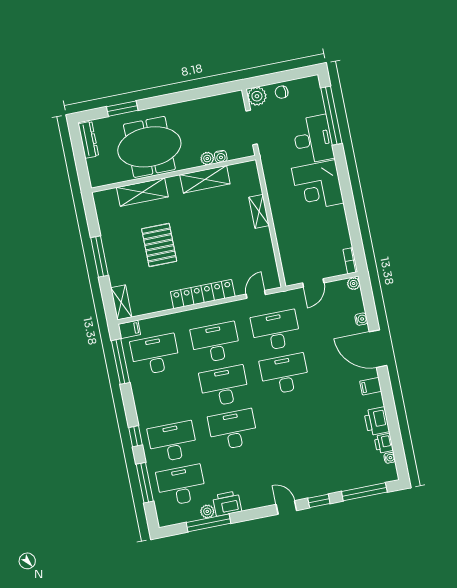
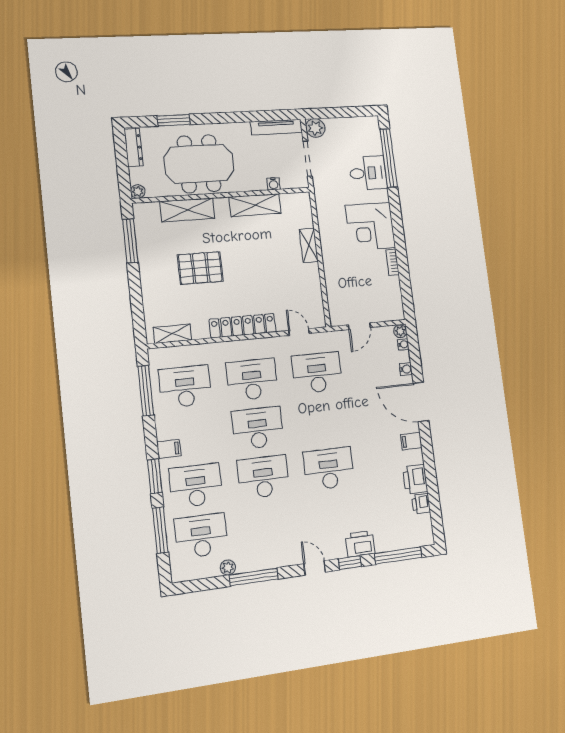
chair: (282, 92) -> (341, 128), removed
tv unit: (219, 101) -> (276, 127), added
desk: (313, 139) -> (368, 173), width x0.73
plant: (207, 159) -> (138, 192), moved
pallet: (159, 245) -> (200, 268), turned 90
window: (100, 257) -> (130, 241), moved
bookcase: (350, 261) -> (392, 262), moved
door: (256, 294) -> (299, 332), hinge flipped
shelving: (121, 302) -> (172, 334), moved, turned 90
filing cabinet: (129, 329) -> (169, 449), moved
desk: (284, 374) -> (329, 469), moved
window: (135, 436) -> (155, 476), width x1.50
water cooler: (390, 458) -> (403, 344), moved
printer: (227, 503) -> (360, 544), moved
window: (209, 523) -> (254, 577), moved

